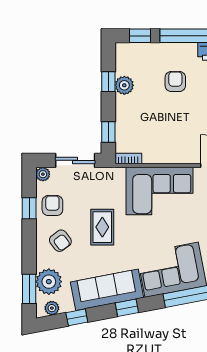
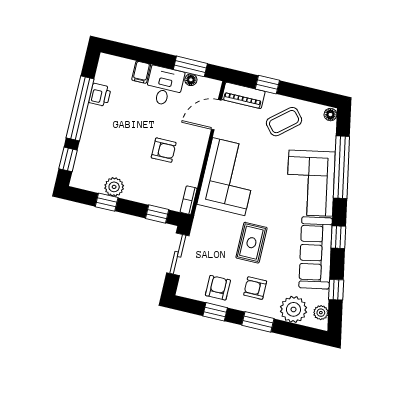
armchair: (175, 81) -> (164, 150), moved, turned 180
plant: (43, 174) -> (184, 290), removed
armchair: (52, 206) -> (218, 288), turned 90
rug: (102, 227) -> (251, 243), turned 90
armchair: (60, 241) -> (255, 288), turned -143
window: (29, 289) -> (258, 322), moved

